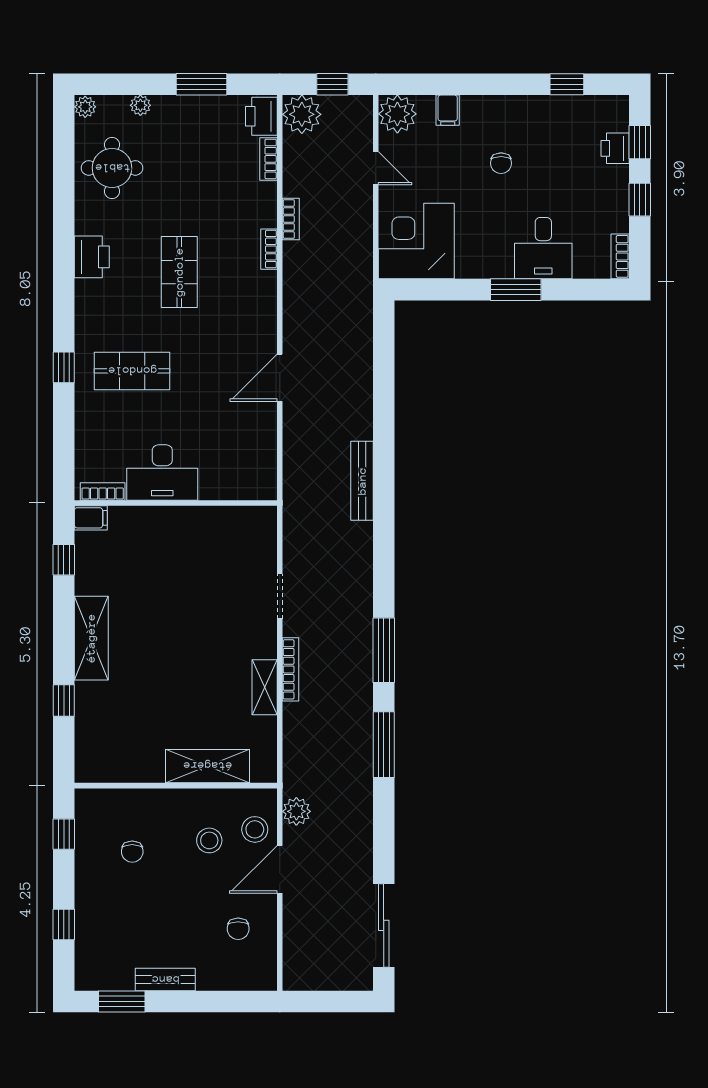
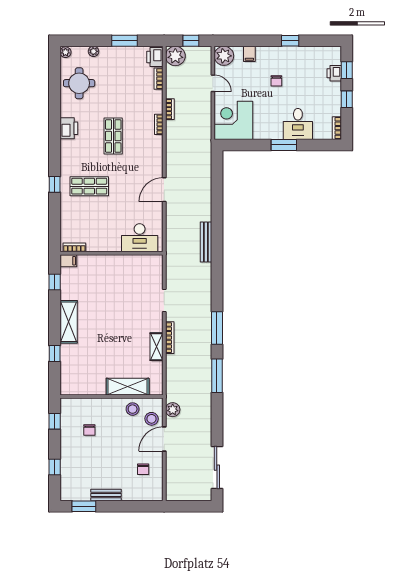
window: (567, 84) -> (290, 41), moved
desk: (162, 472) -> (140, 238), moved
stool: (209, 840) -> (133, 409), moved

